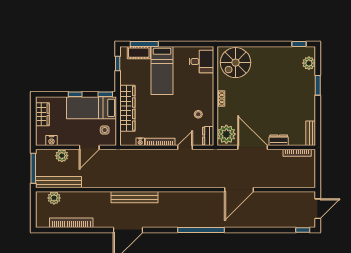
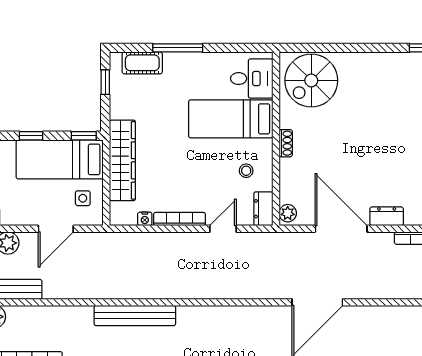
window: (144, 44) -> (178, 48), moved
bed: (162, 70) -> (231, 119), moved, turned 90
plant: (226, 134) -> (288, 213), width x0.53, depth x0.53

